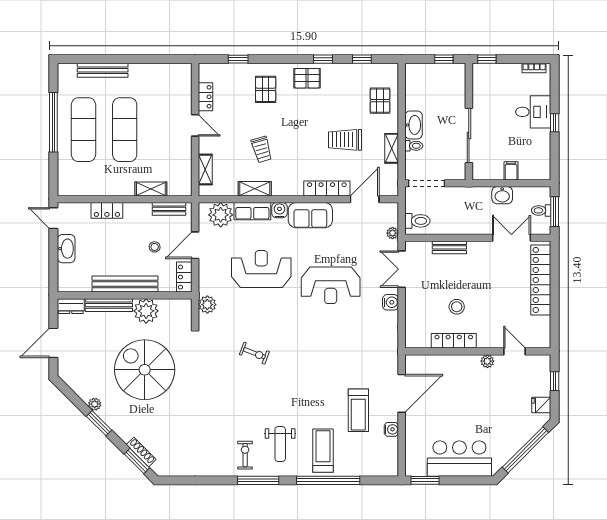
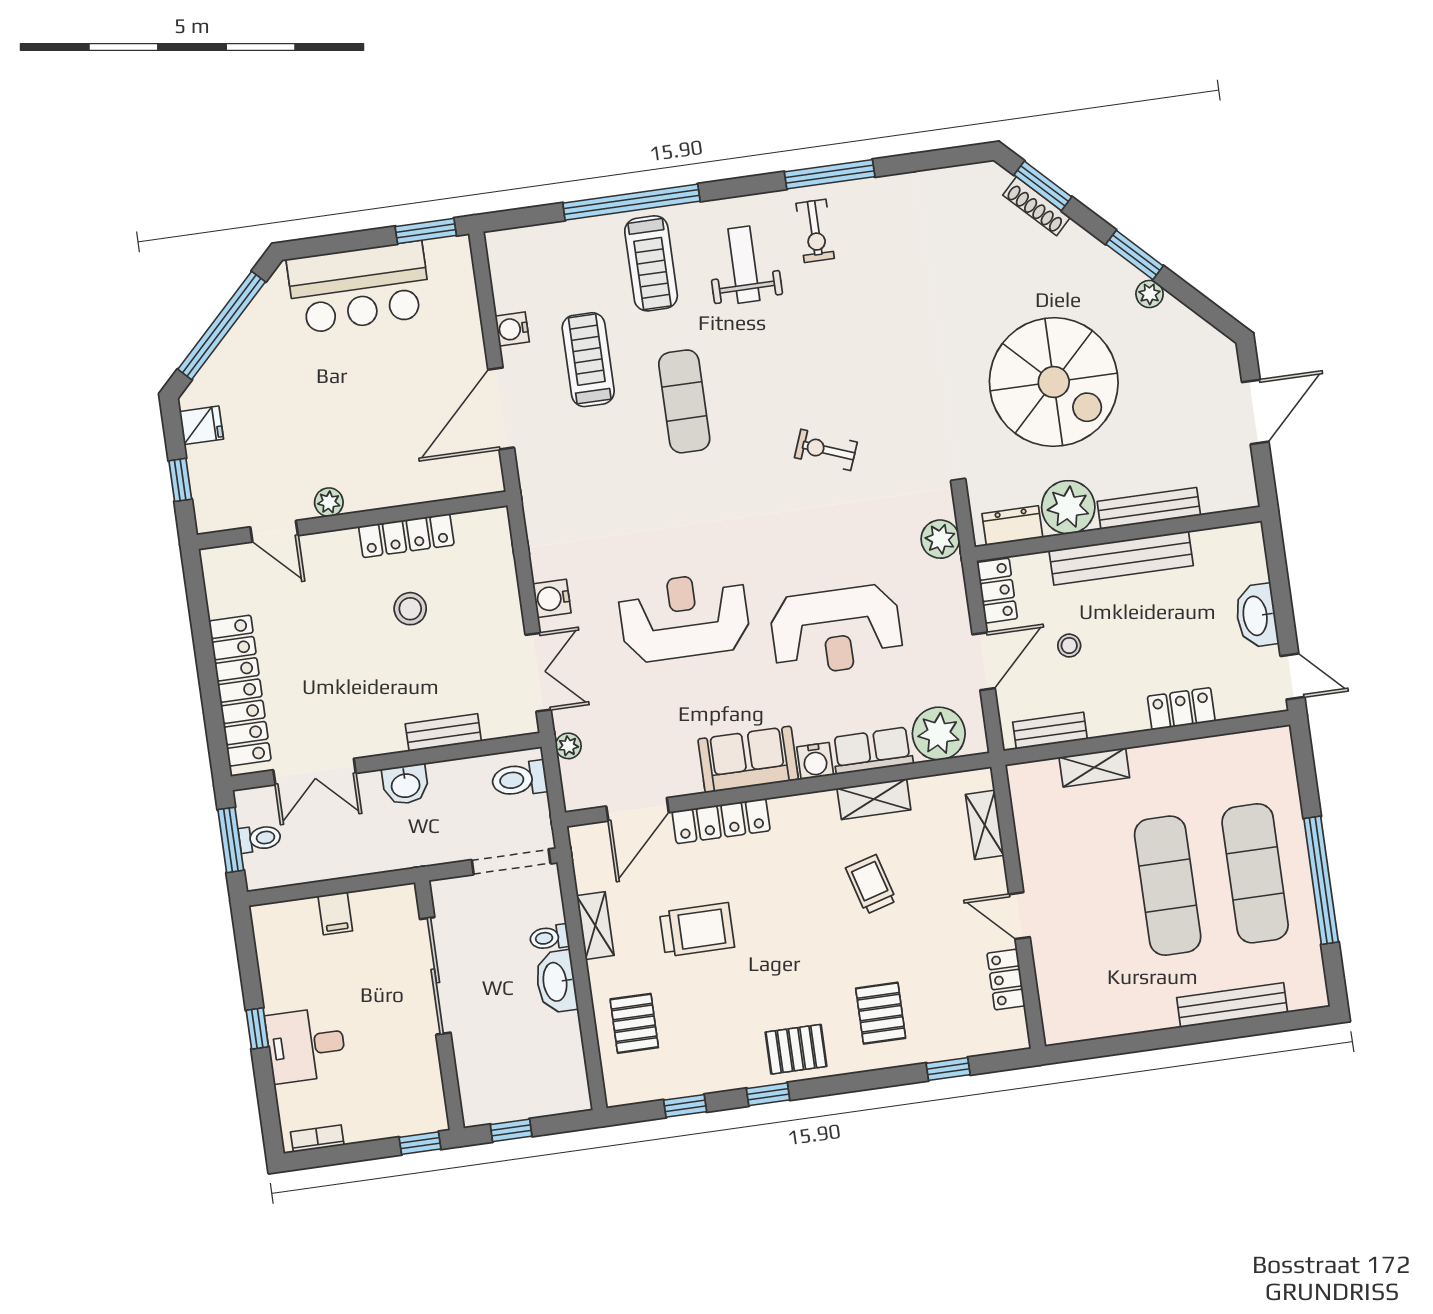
washbasin: (502, 195) -> (405, 785), moved, turned 180
dresser: (71, 306) -> (1012, 526), moved
exercise mat: (317, 385) -> (684, 401), added
window: (258, 480) -> (830, 174), moved

